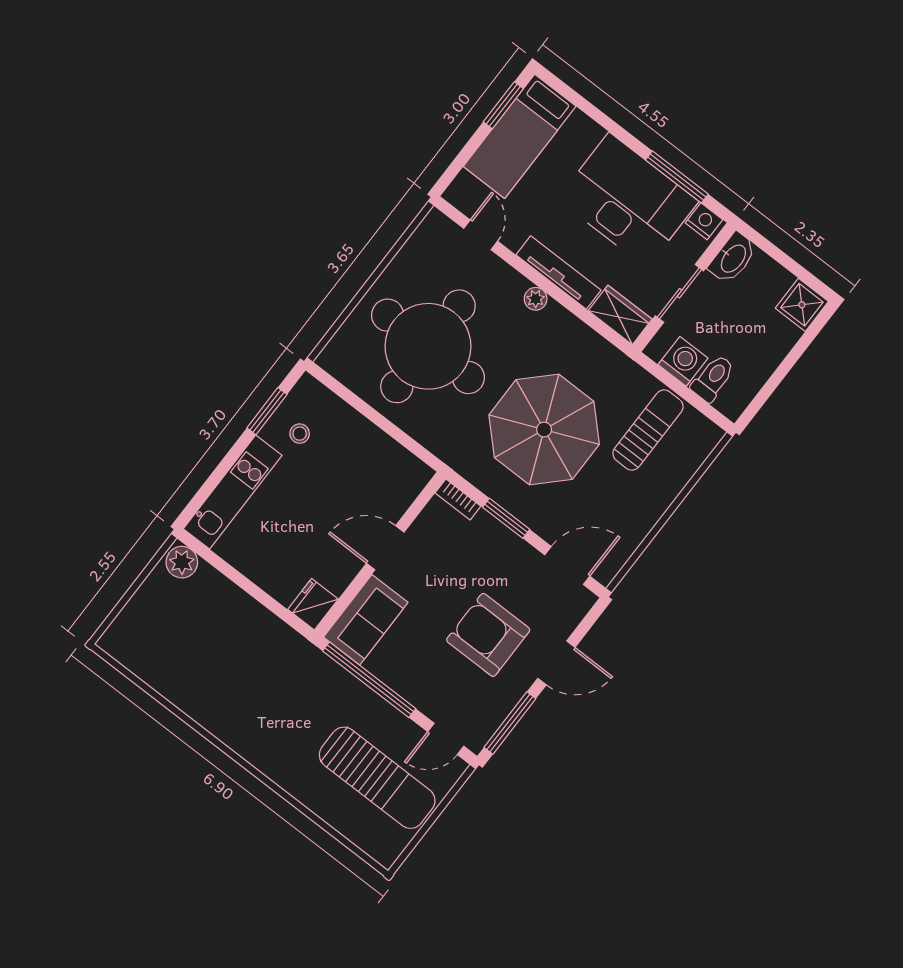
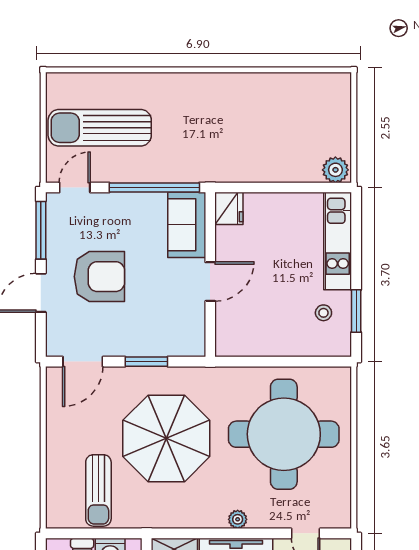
bookcase: (458, 499) -> (187, 350), removed

